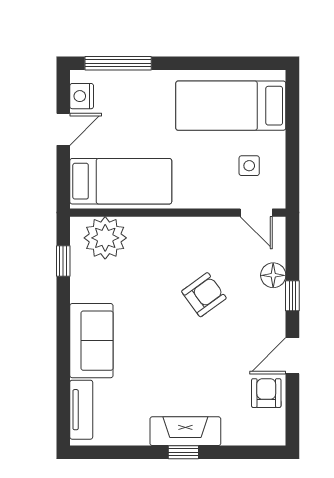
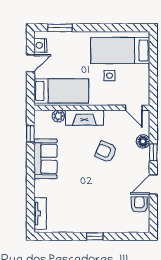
window: (118, 63) -> (60, 28), width x0.69
side table: (249, 166) -> (109, 76), moved
plant: (105, 238) -> (58, 116), width x0.53, depth x0.53
armchair: (204, 295) -> (106, 152), turned -121
sofa: (91, 341) -> (46, 159), moved
fireplace: (185, 431) -> (84, 118), moved, turned 180

